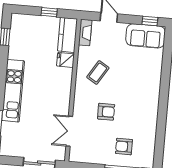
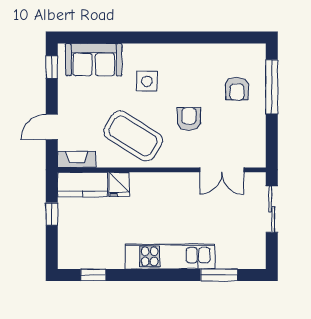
sofa: (146, 36) -> (94, 60), moved, turned 90
coffee table: (98, 72) -> (133, 136), width x1.86, depth x1.72
side table: (134, 85) -> (147, 81), added

